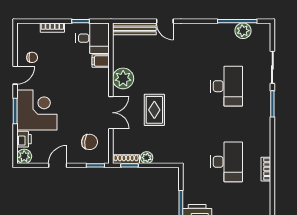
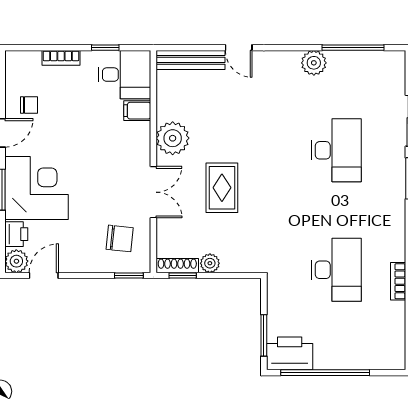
plant: (243, 31) -> (314, 63), moved
door: (58, 165) -> (44, 276), moved

